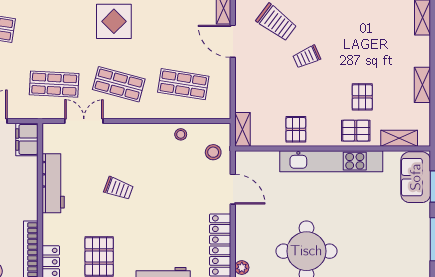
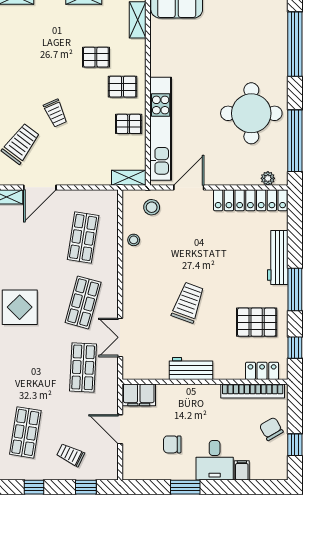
pallet: (356, 131) -> (123, 87), moved, turned 90
kitchen unit: (331, 161) -> (161, 129), moved
workbench: (53, 183) -> (191, 368), width x0.73
trolley: (119, 188) -> (188, 303), width x1.36, depth x1.39

